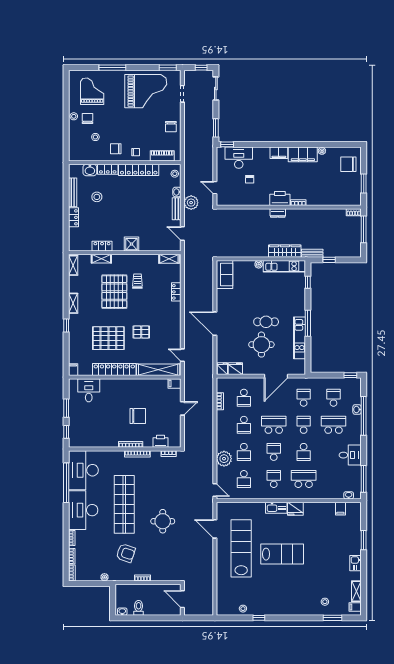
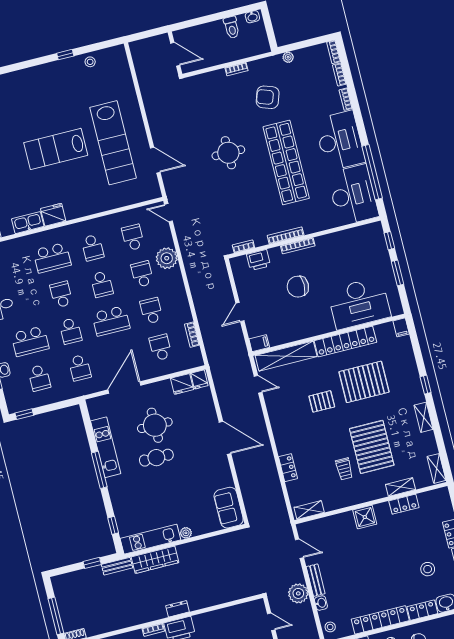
desk: (89, 390) -> (359, 303), width x1.87, depth x1.30
kitchen sink: (276, 508) -> (28, 223), moved

